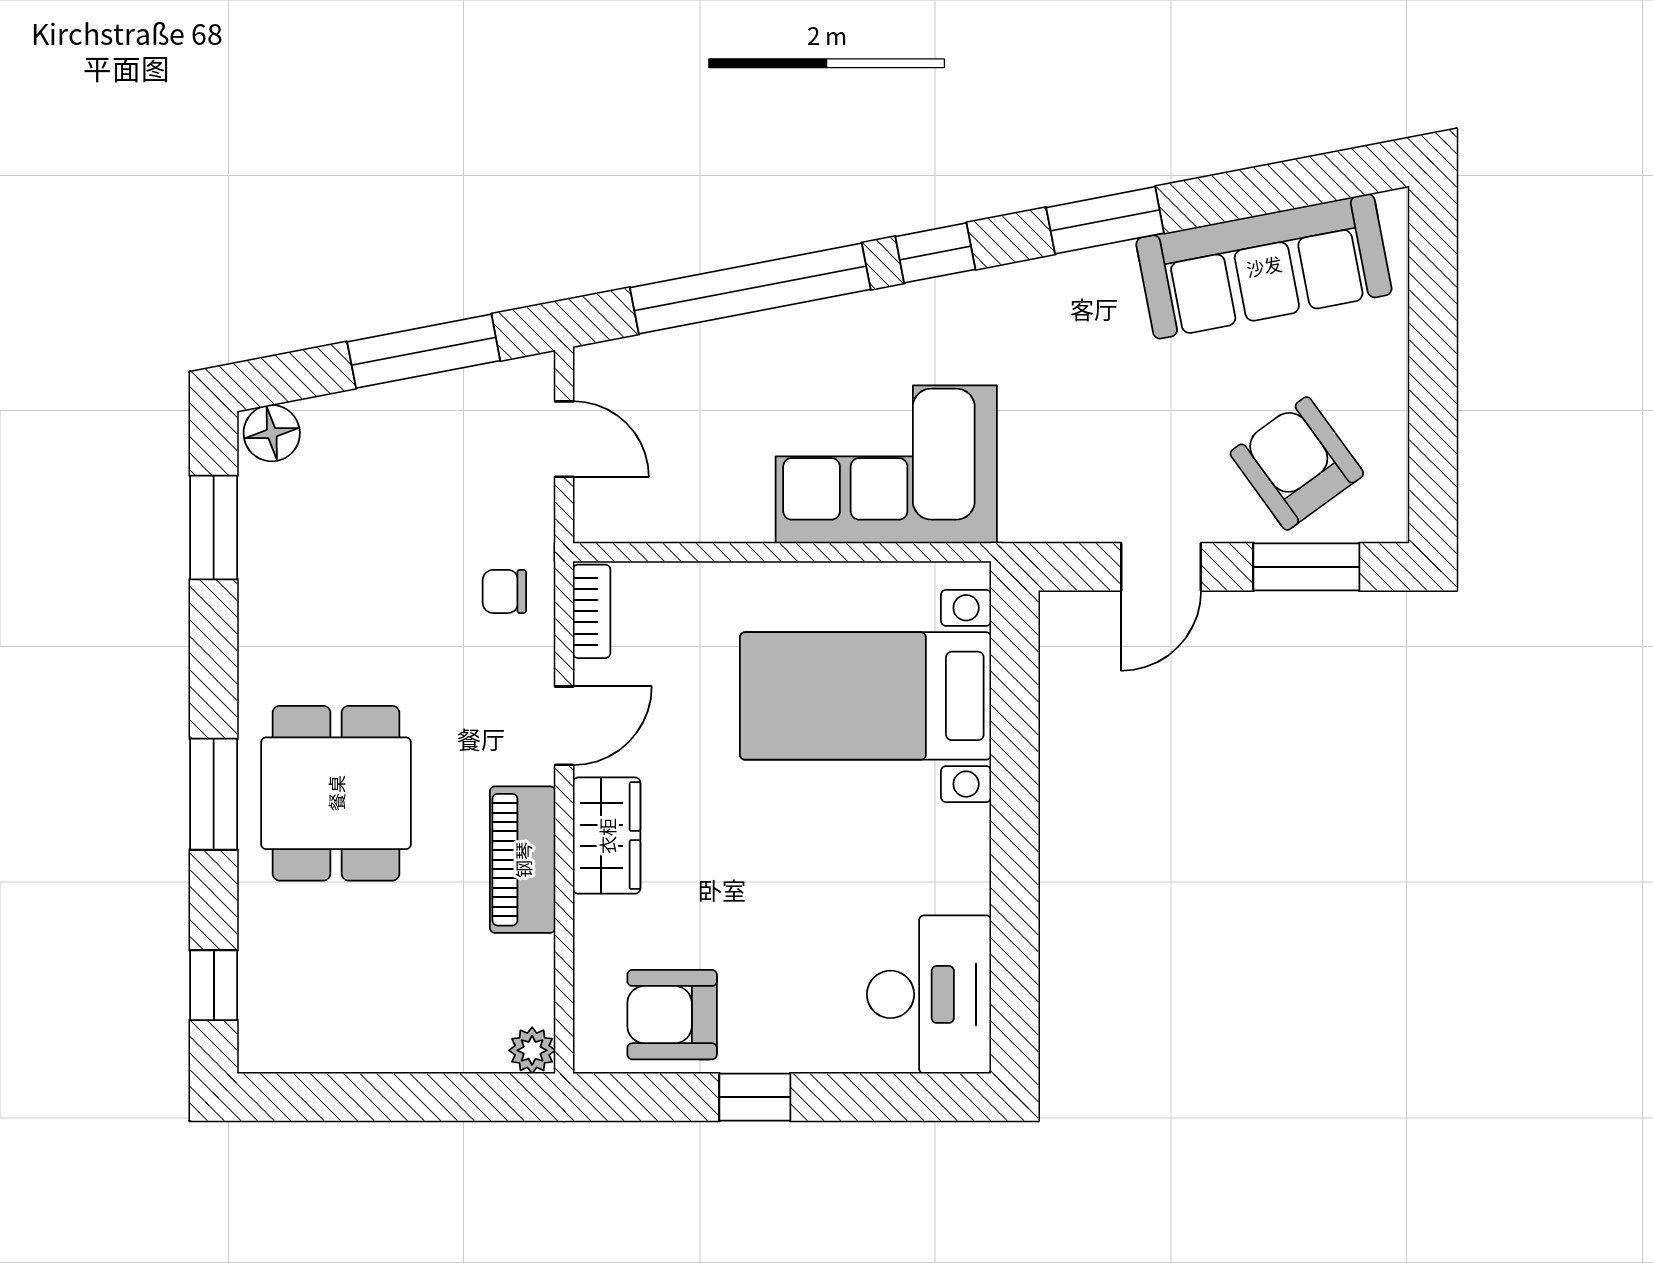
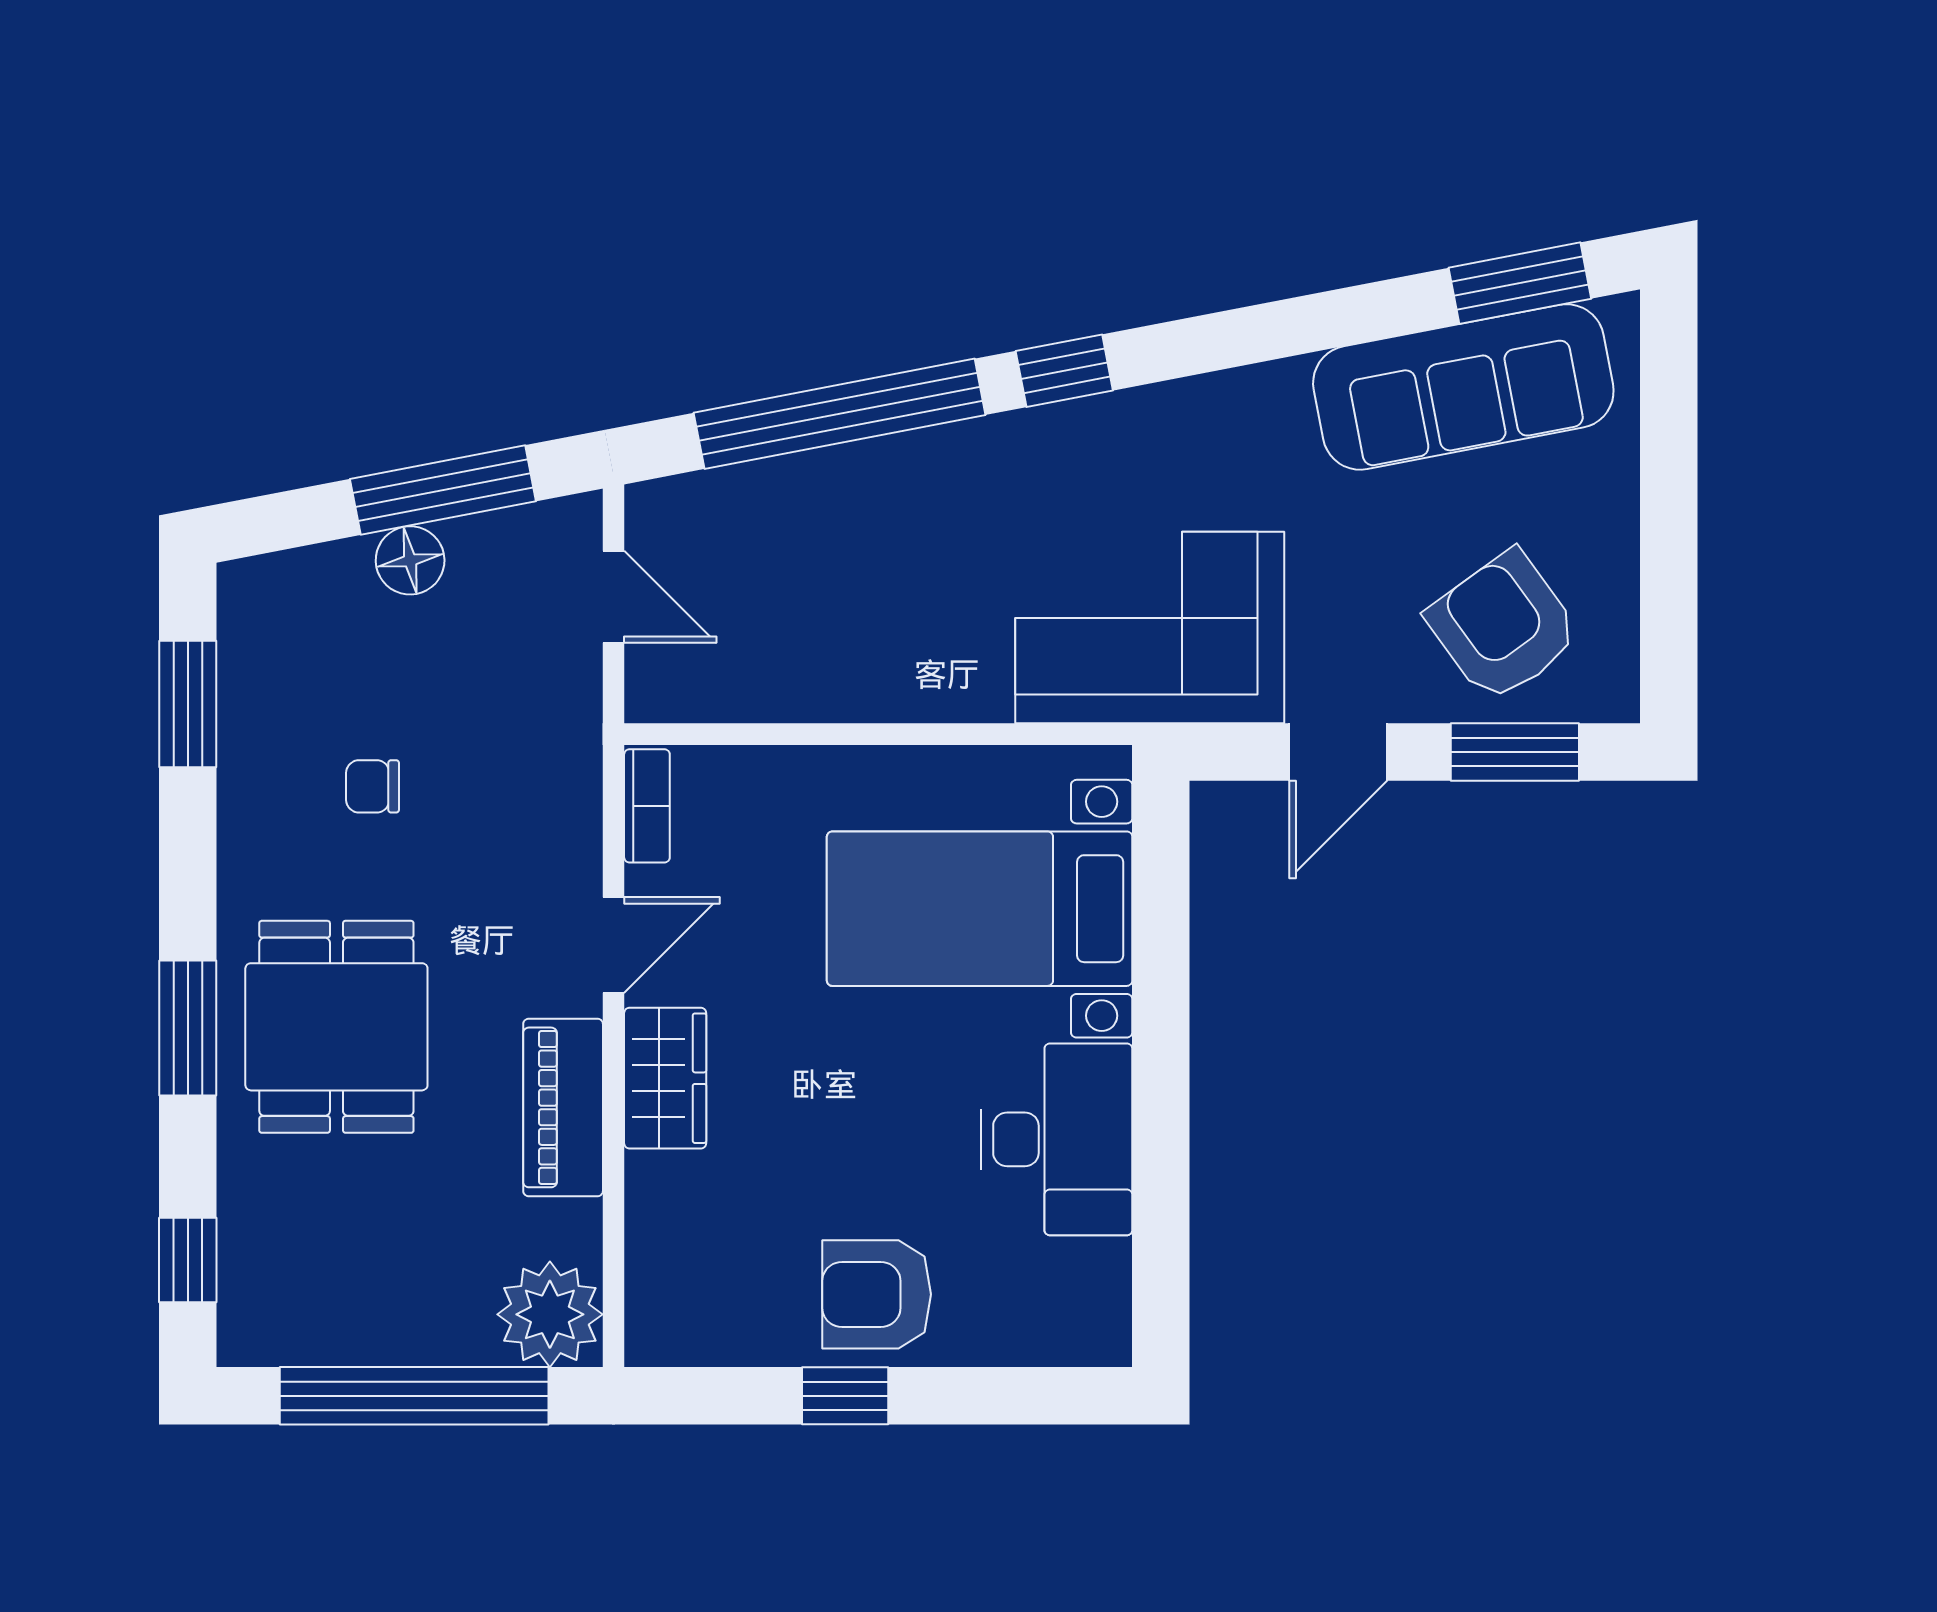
window: (1105, 220) -> (1520, 283), moved
floor lamp: (272, 433) -> (410, 560), moved
corner sofa: (886, 464) -> (1150, 627), moved
chair: (504, 591) -> (373, 786), moved
desk: (929, 994) -> (1057, 1139), moved
armchair: (672, 1015) -> (877, 1294), moved
plant: (532, 1050) -> (550, 1314), width x1.88, depth x1.88
window: (400, 1097) -> (414, 1396), added

